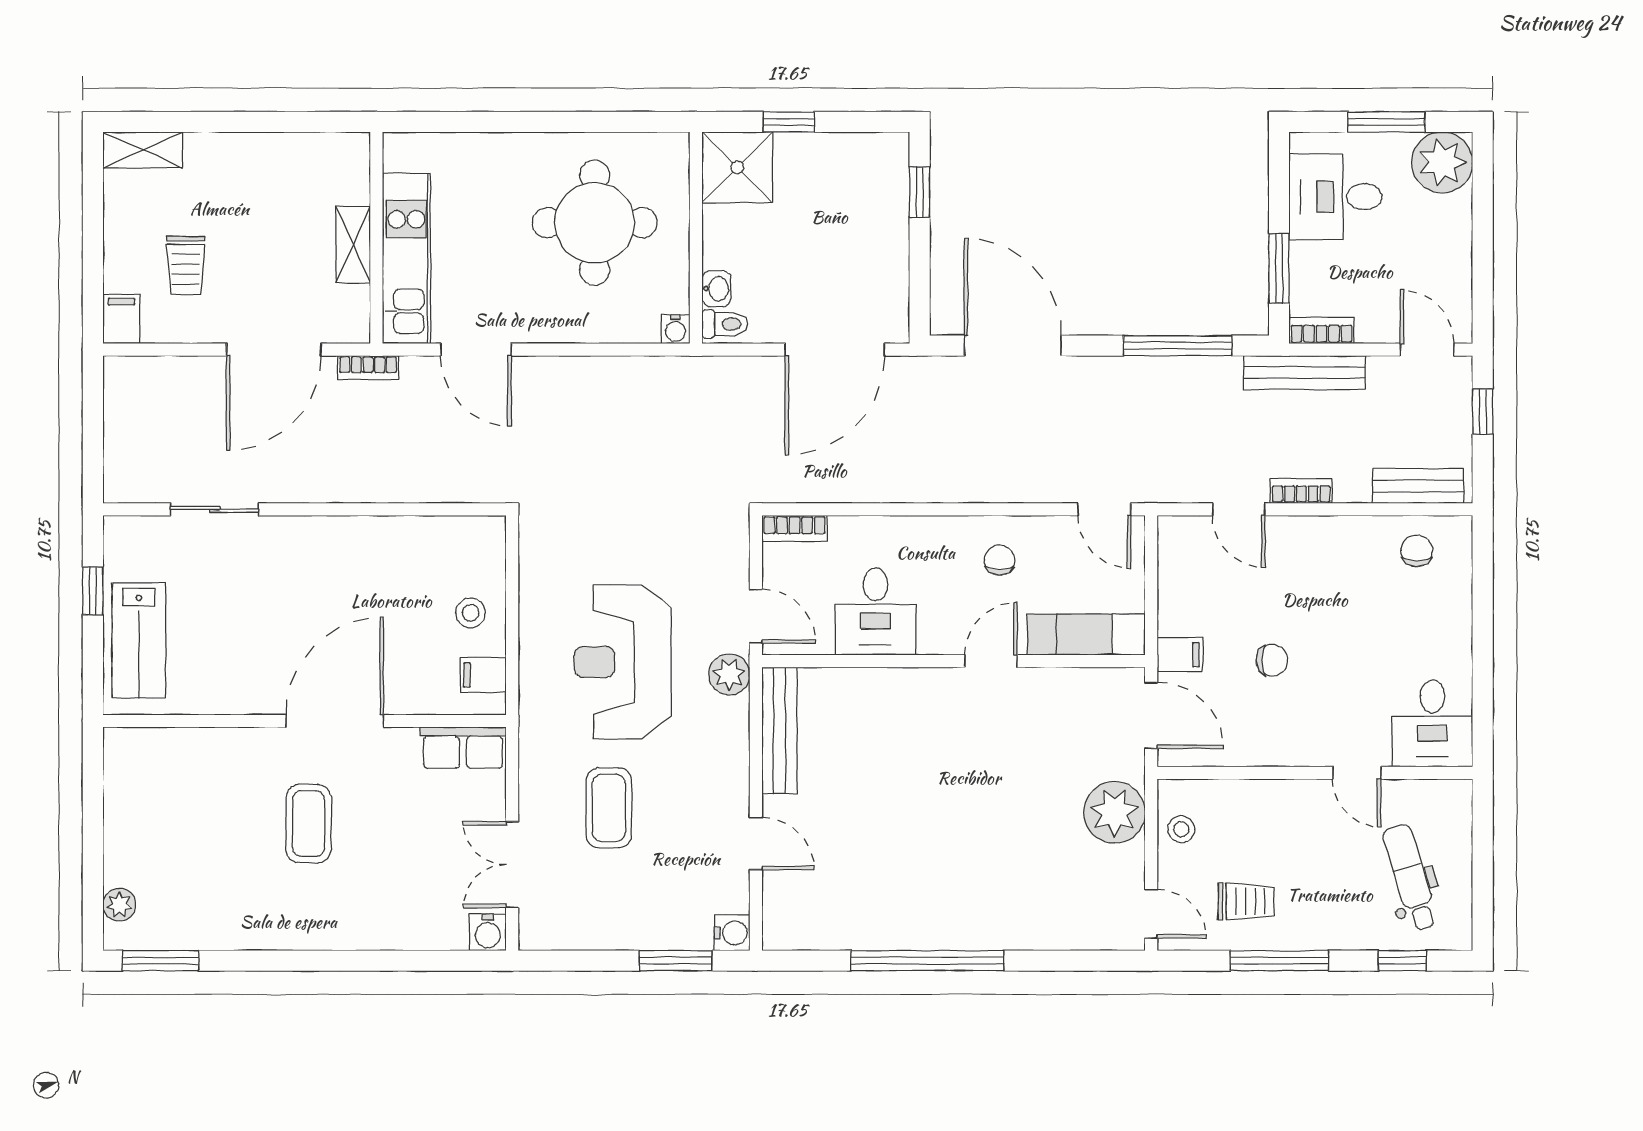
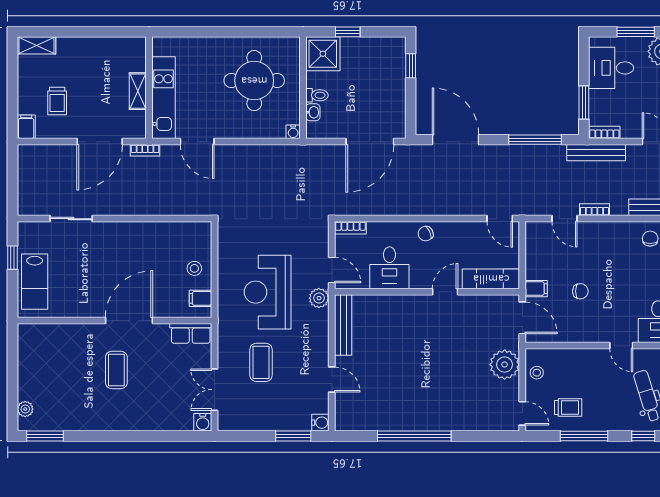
toilet: (725, 324) -> (317, 95), moved
chair: (1000, 560) -> (426, 234), moved, turned -116

